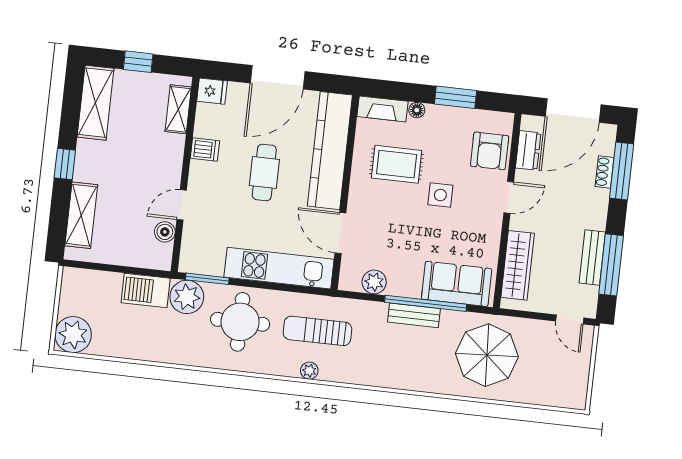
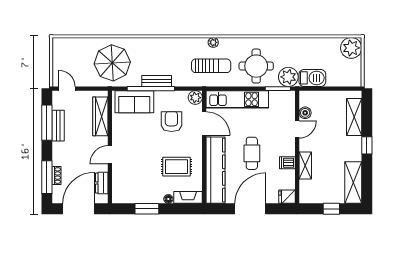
shelving: (178, 109) -> (305, 166), moved
armchair: (490, 151) -> (171, 122), moved
side table: (440, 195) -> (149, 152), removed
plant: (374, 282) -> (195, 98), moved

